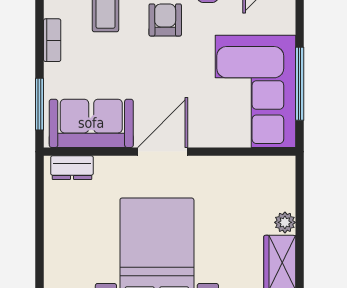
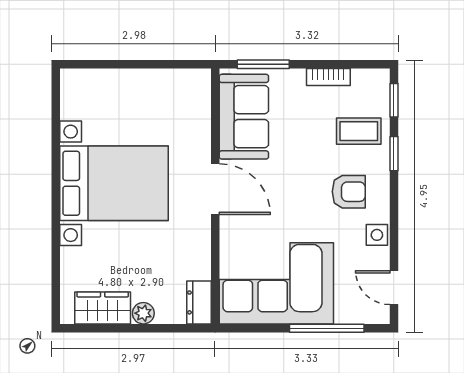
window: (300, 84) -> (327, 328), moved
dresser: (72, 168) -> (199, 302), moved

